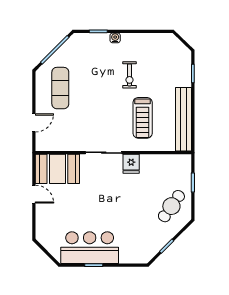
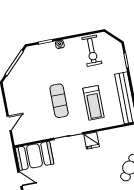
exercise bike: (129, 75) -> (92, 51), moved, width x1.38, depth x1.39
exercise mat: (60, 88) -> (59, 101), moved

